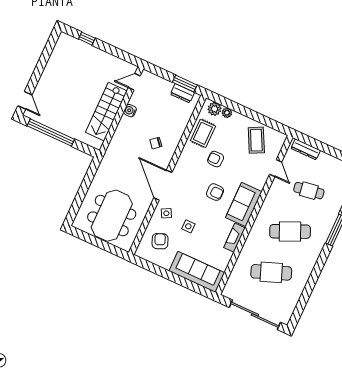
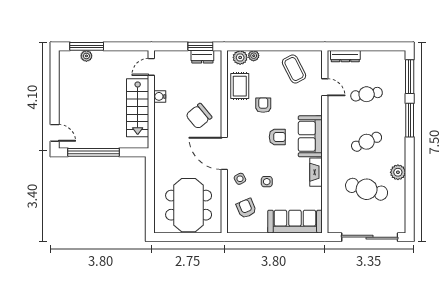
window: (87, 39) -> (87, 46), width x2.17
plant: (83, 47) -> (86, 56), added
chair: (156, 143) -> (199, 116), width x1.87, depth x1.87
armchair: (216, 159) -> (263, 105), turned 90
cafe table: (290, 231) -> (367, 142), width x0.73, depth x0.74
plant: (305, 270) -> (398, 172), added
cafe table: (271, 272) -> (367, 189), turned 36

